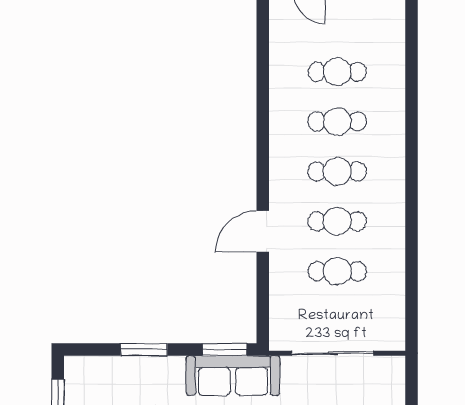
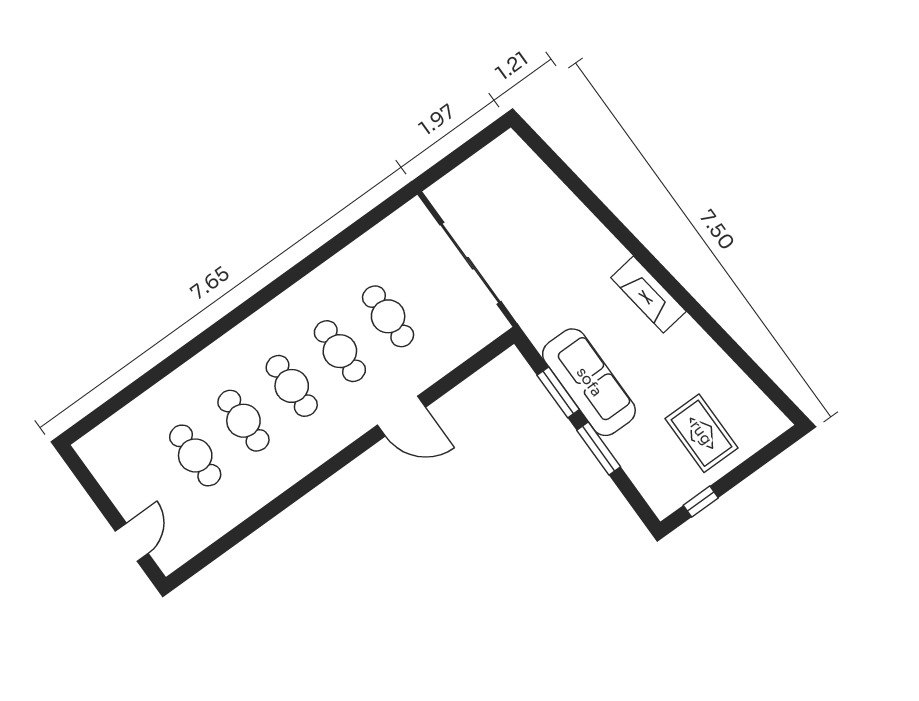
window: (225, 350) -> (558, 392), moved
sofa: (233, 376) -> (589, 382), moved

